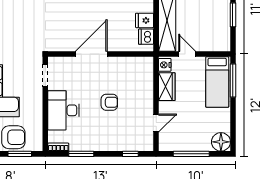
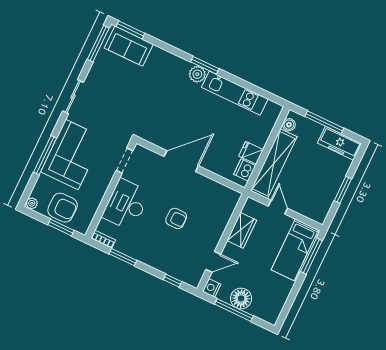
nightstand: (165, 65) -> (212, 288), moved
floor lamp: (221, 142) -> (241, 298), moved

